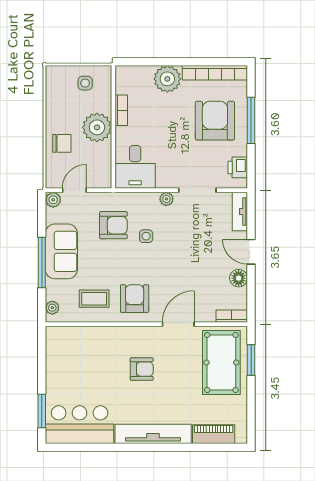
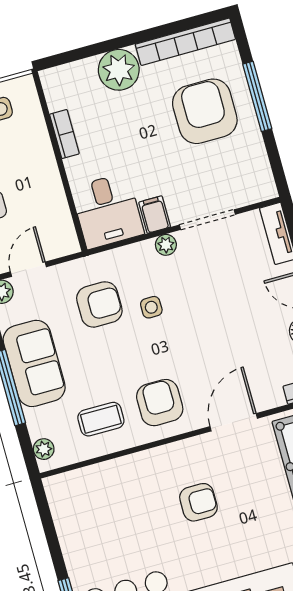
plant: (97, 127) -> (36, 169), removed
printer: (238, 167) -> (257, 170), removed
filing cabinet: (165, 178) -> (155, 215), added

